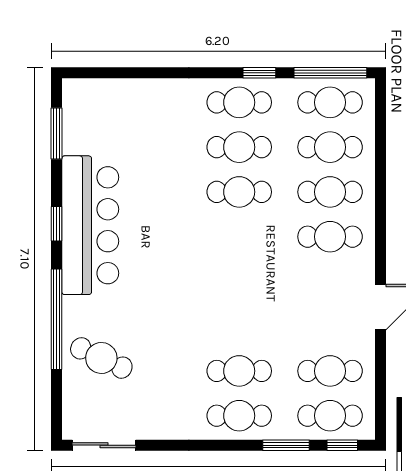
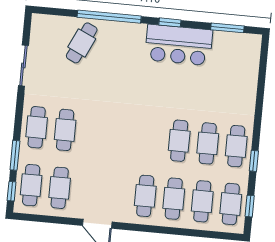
window: (330, 73) -> (250, 206), width x0.46
bar counter: (90, 225) -> (179, 45), width x0.73
sliding door: (104, 445) -> (23, 66), moved

